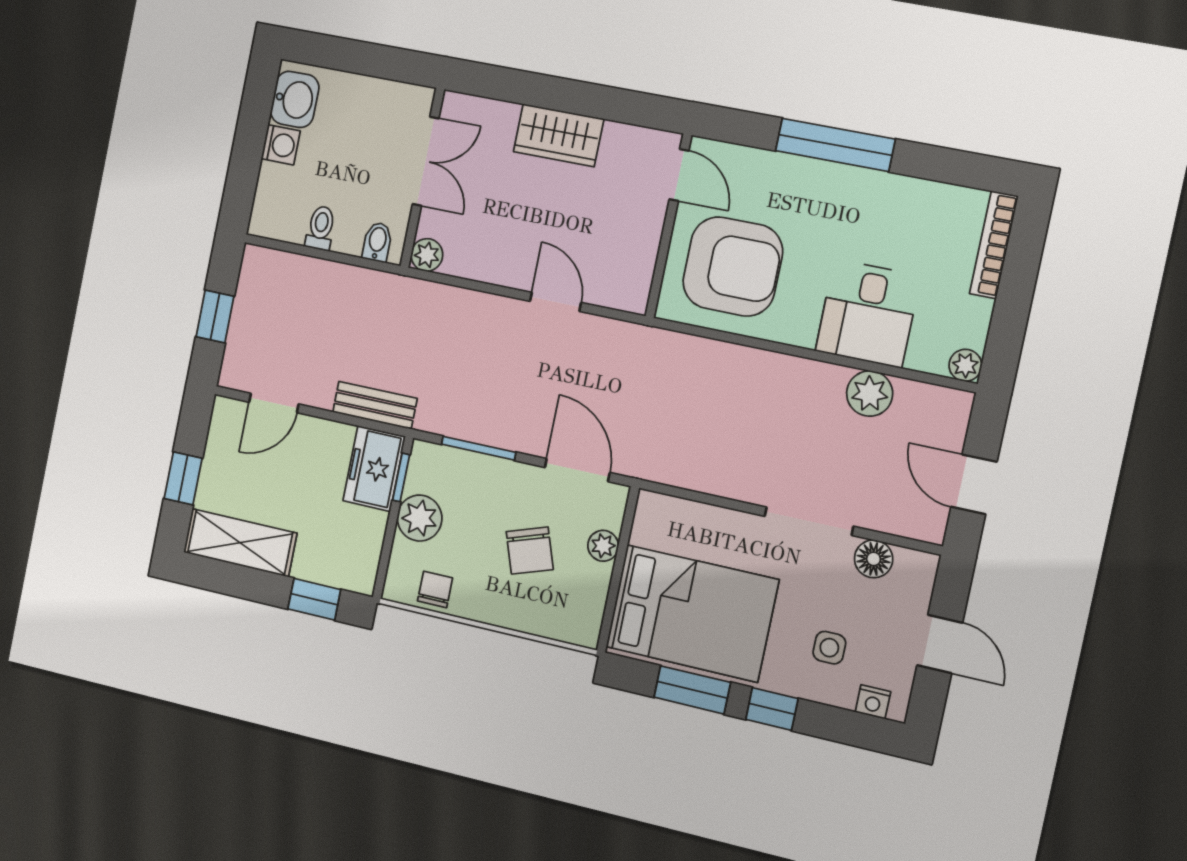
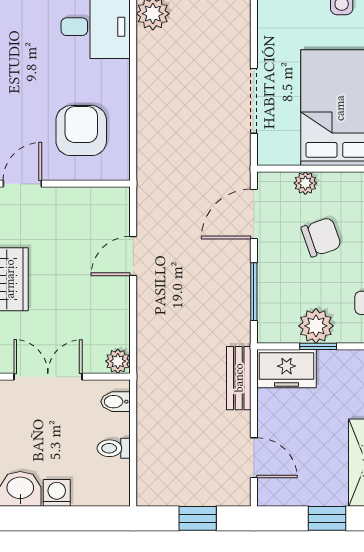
armchair: (733, 266) -> (81, 131), width x0.73, depth x0.73
window: (401, 477) -> (318, 346), moved
doorway: (809, 521) -> (254, 101), moved

